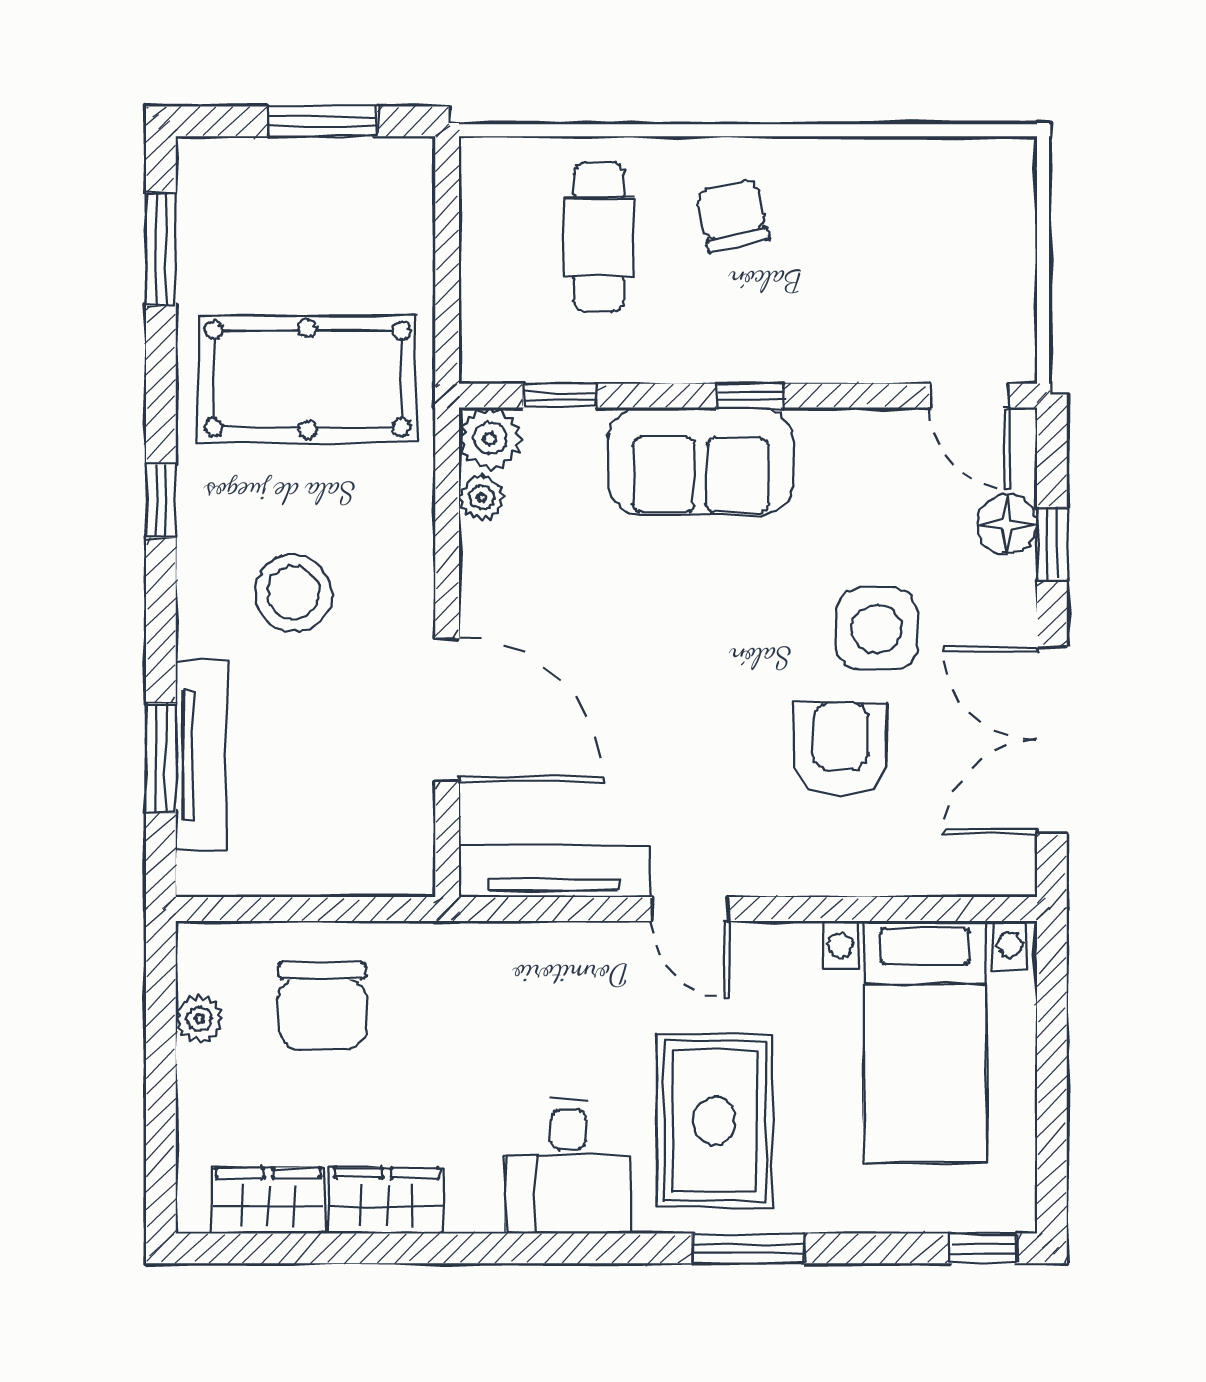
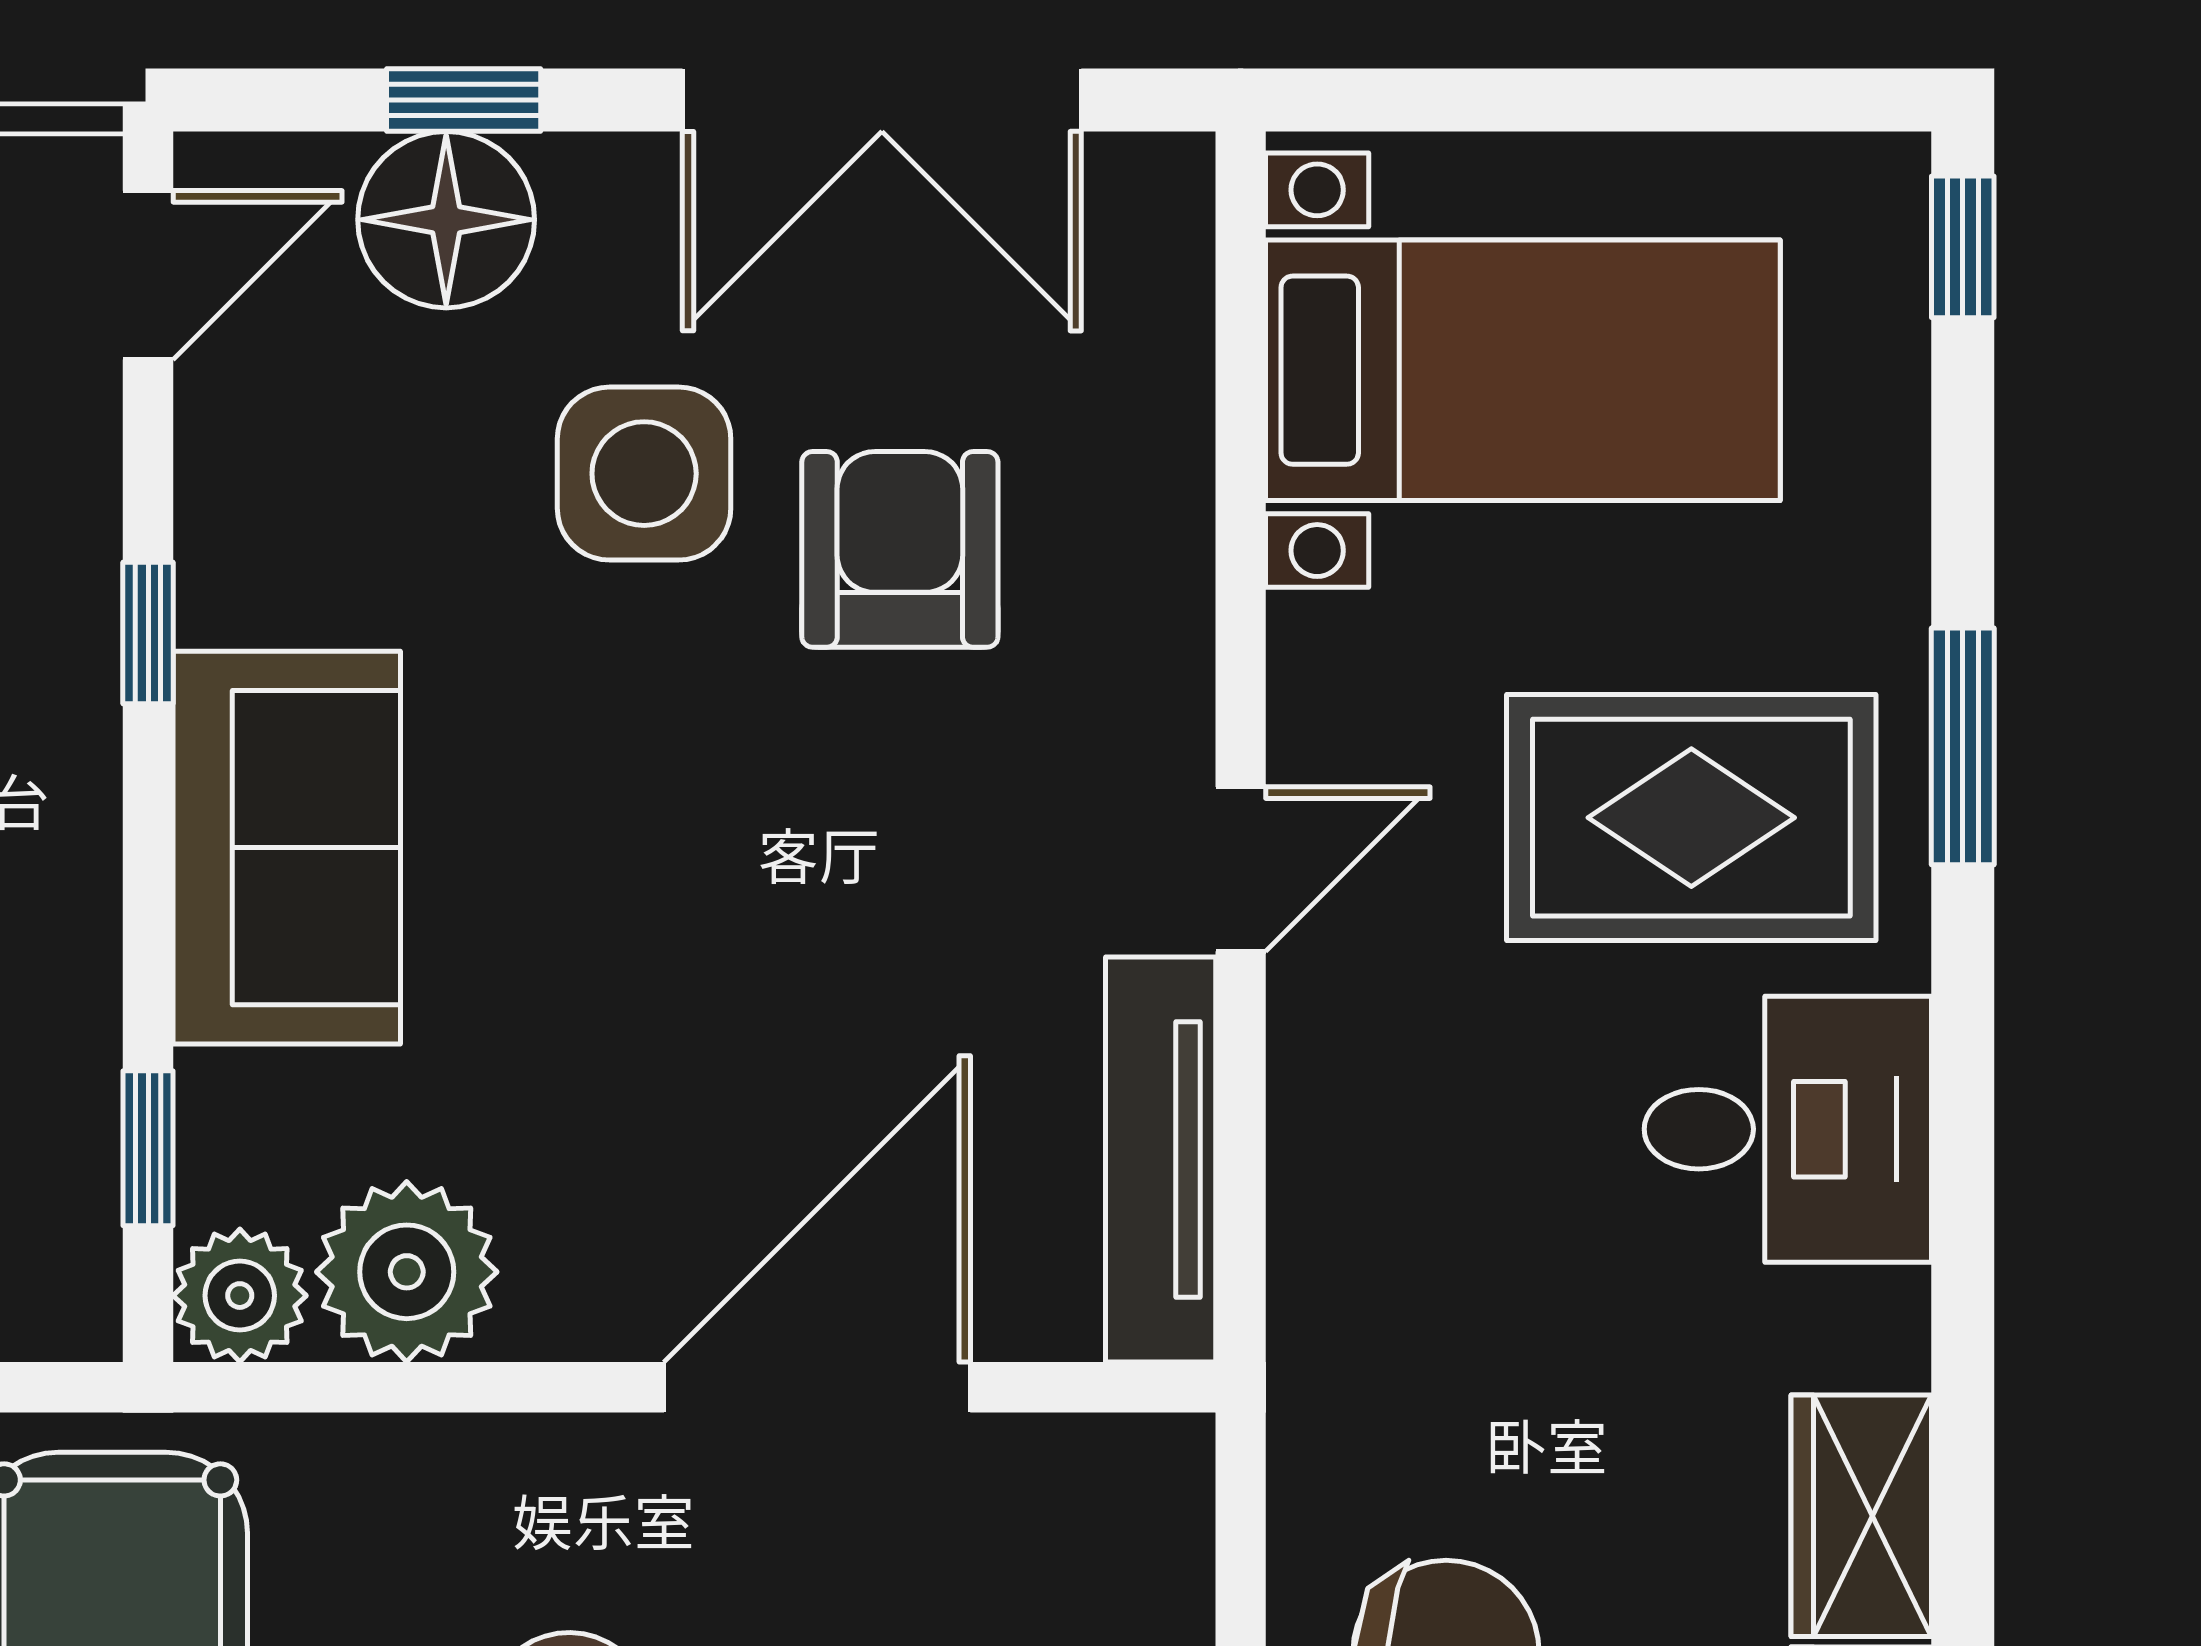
window: (750, 396) -> (148, 633), moved
plant: (482, 497) -> (407, 1272), width x1.88, depth x1.88
floor lamp: (1007, 524) -> (446, 220), width x1.38, depth x1.38
armchair: (841, 749) -> (900, 549), turned 90

